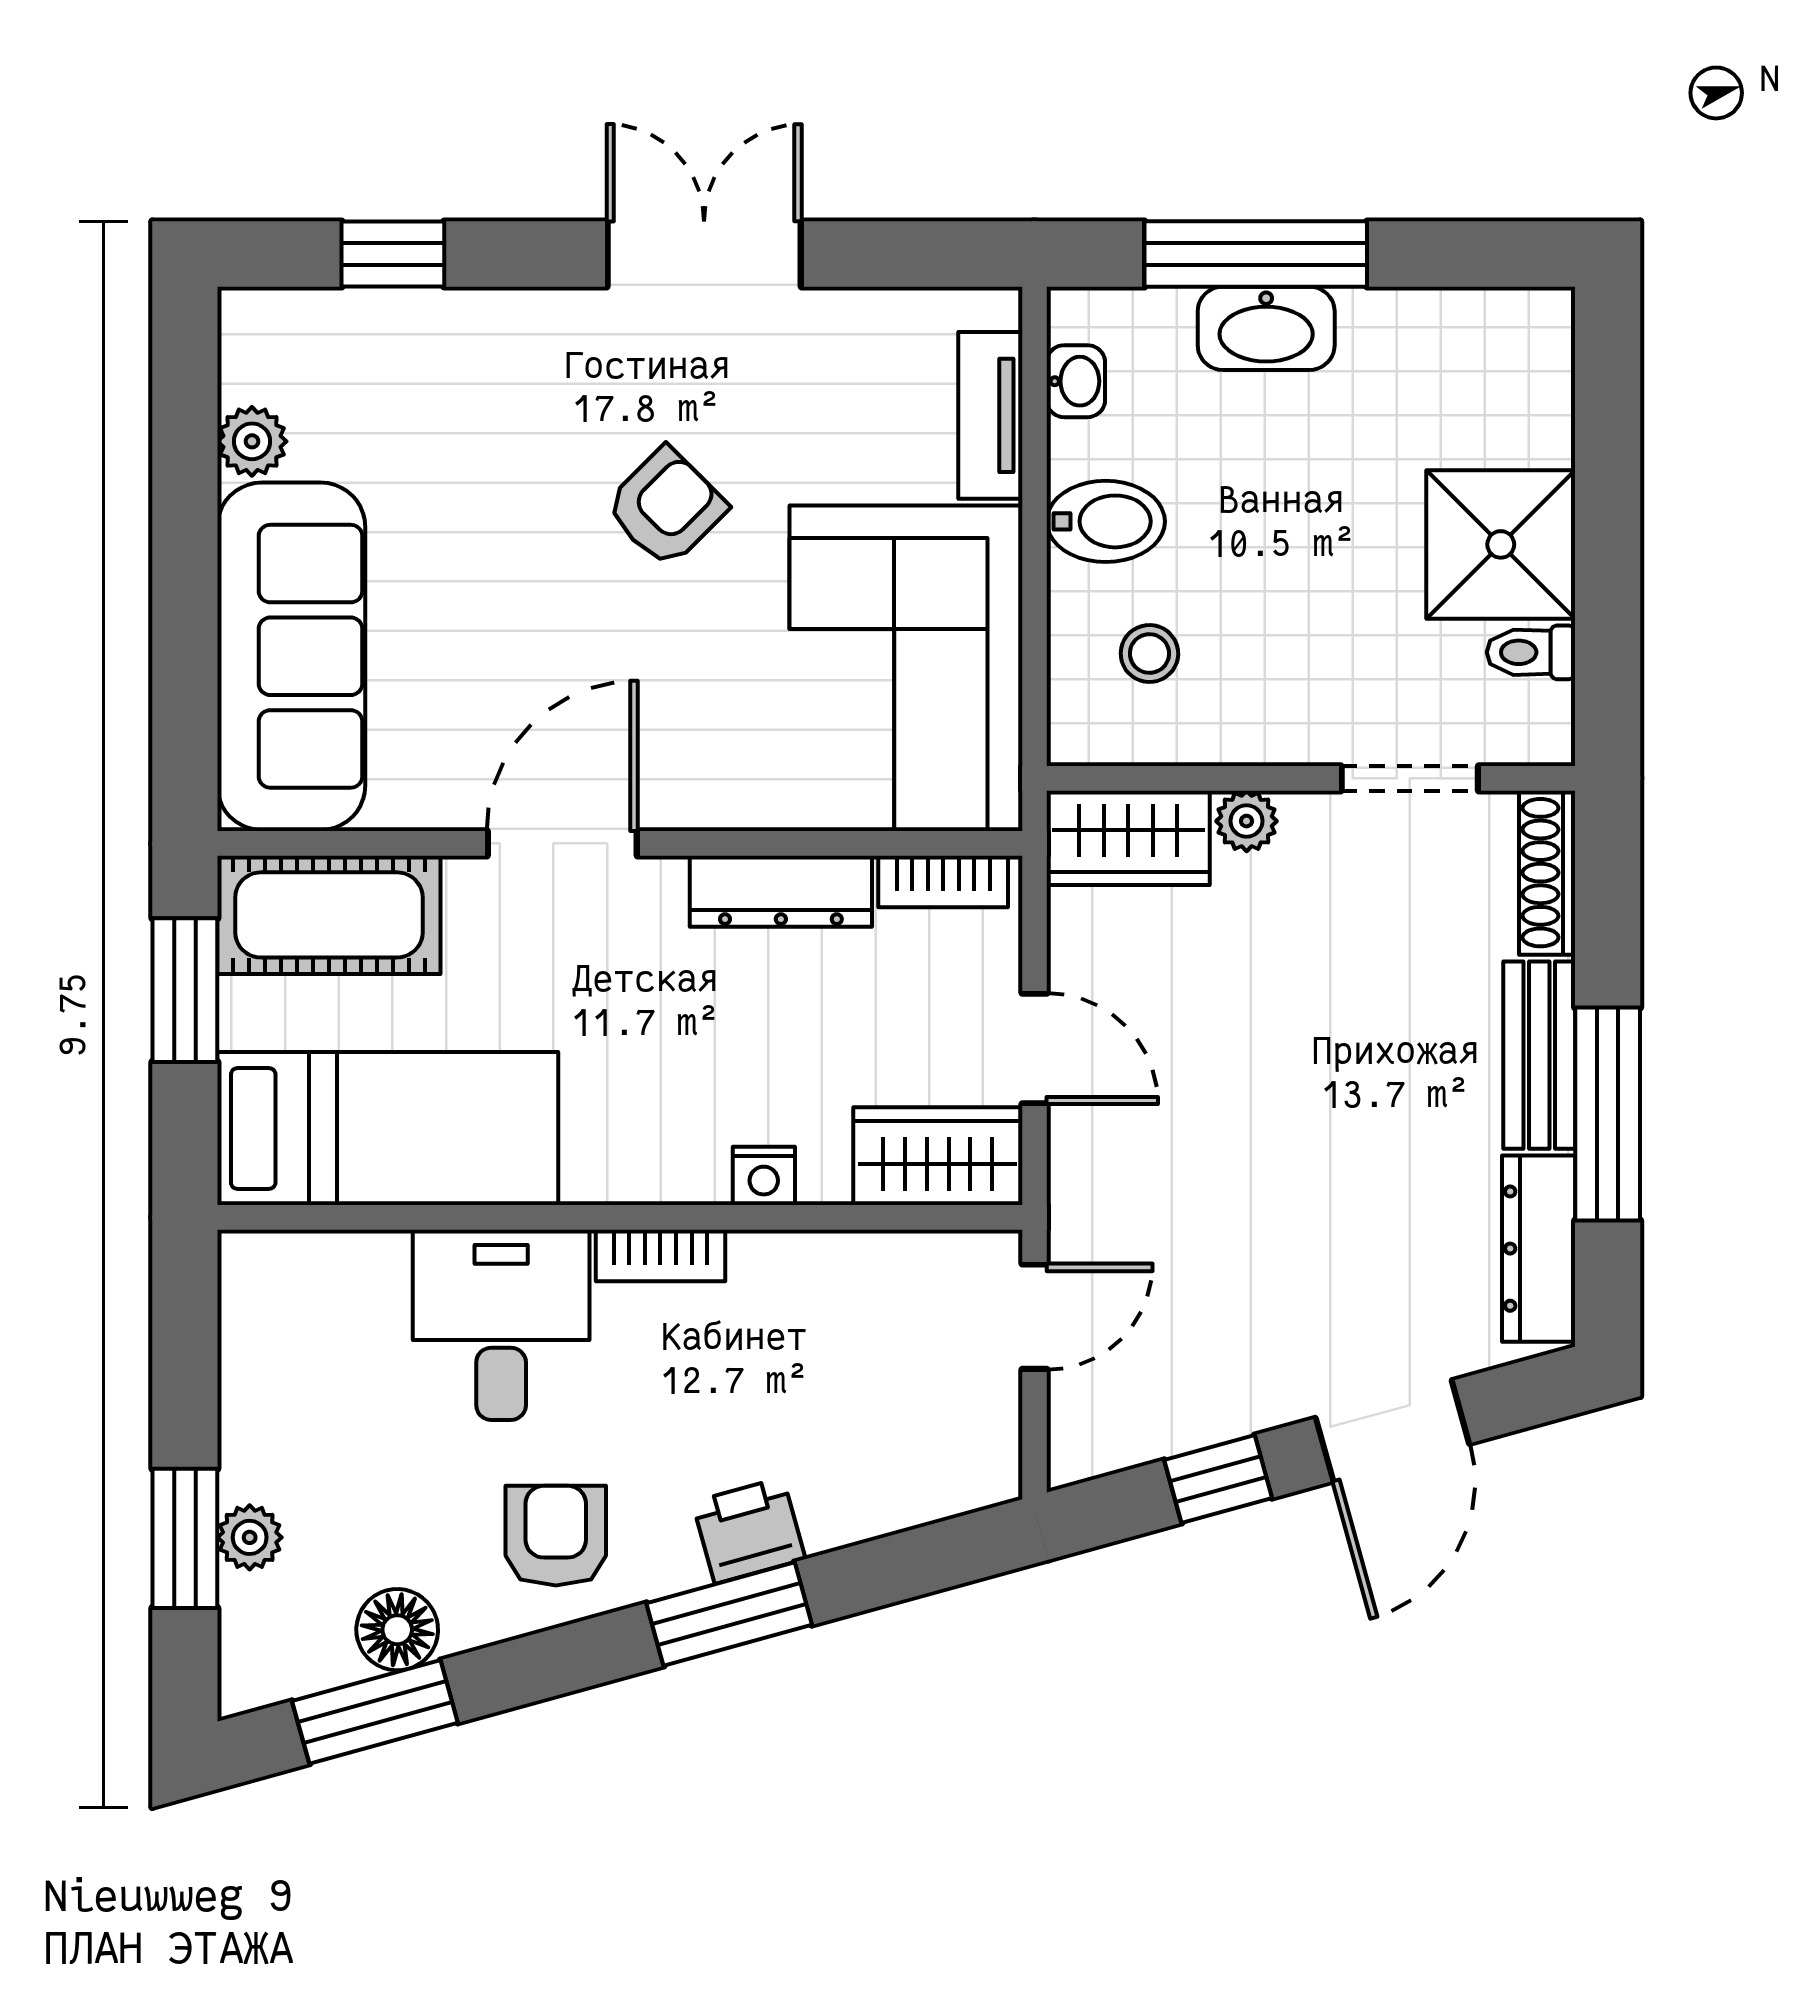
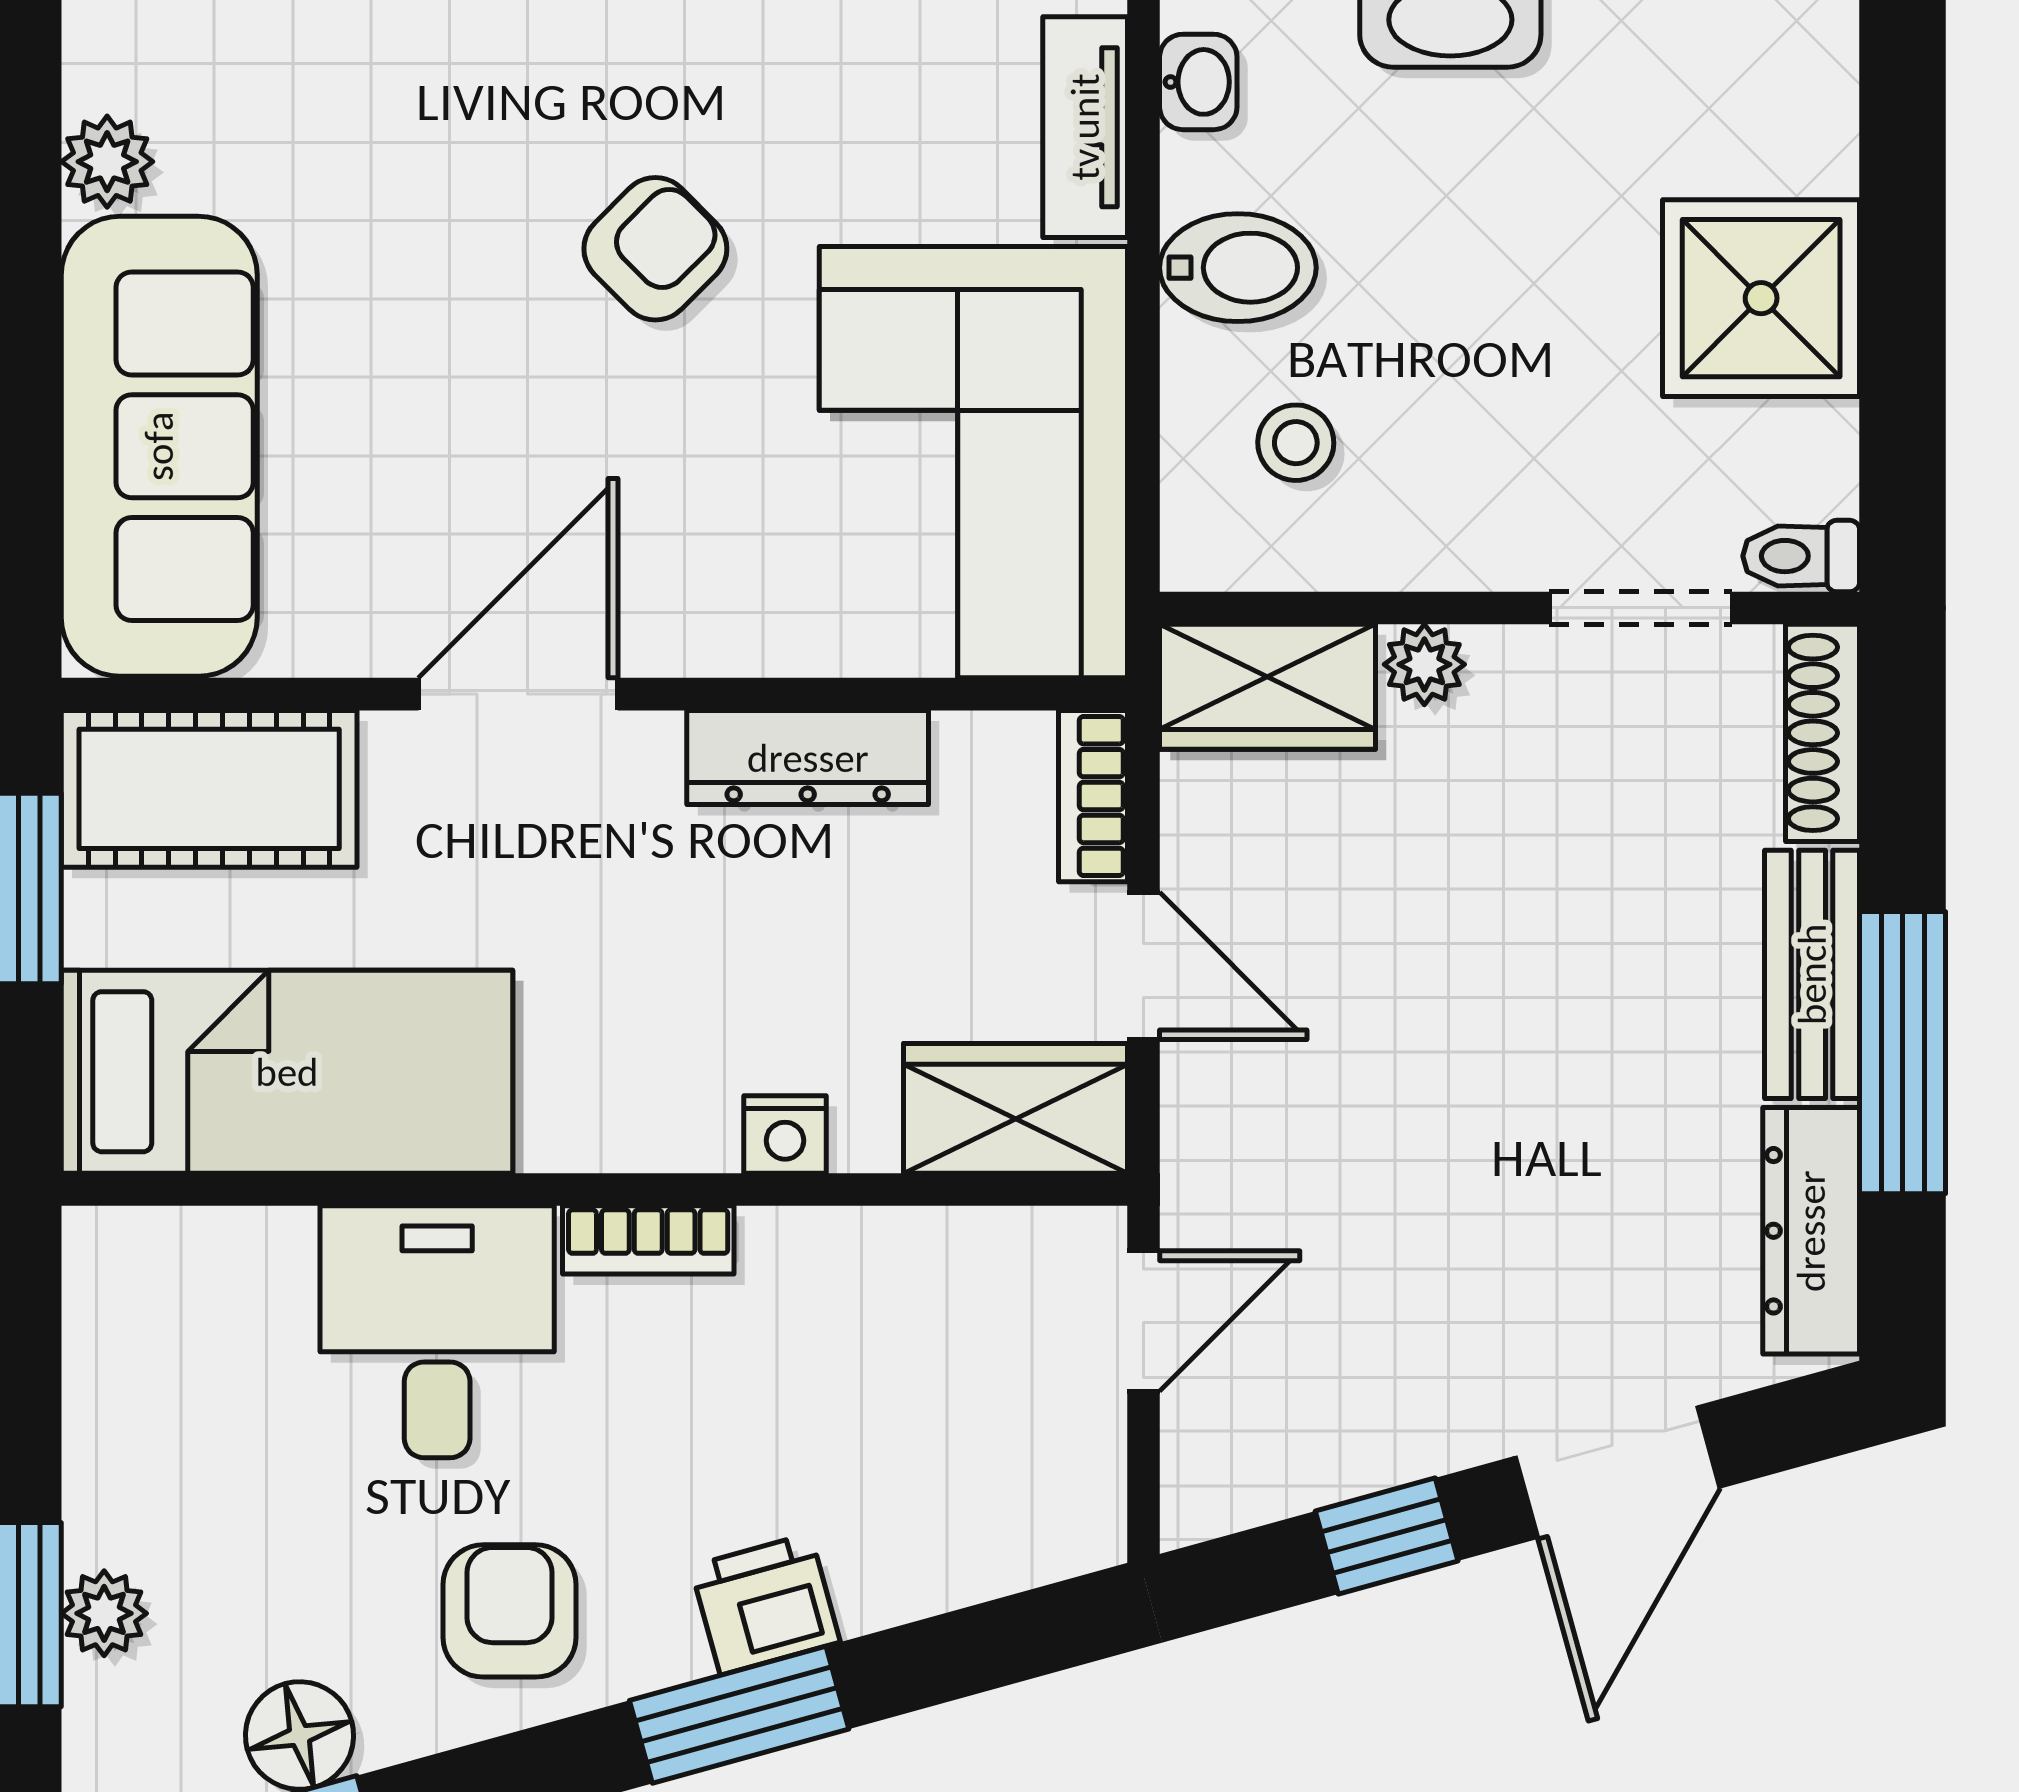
toilet: (1531, 652) -> (1801, 556), moved
bookcase: (943, 881) -> (1093, 796), moved, turned 90

